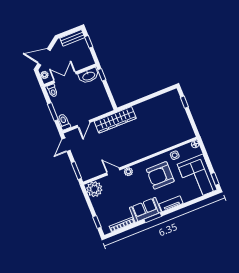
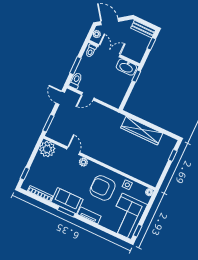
wardrobe: (115, 120) -> (142, 131), moved
door: (66, 145) -> (60, 98), hinge flipped

